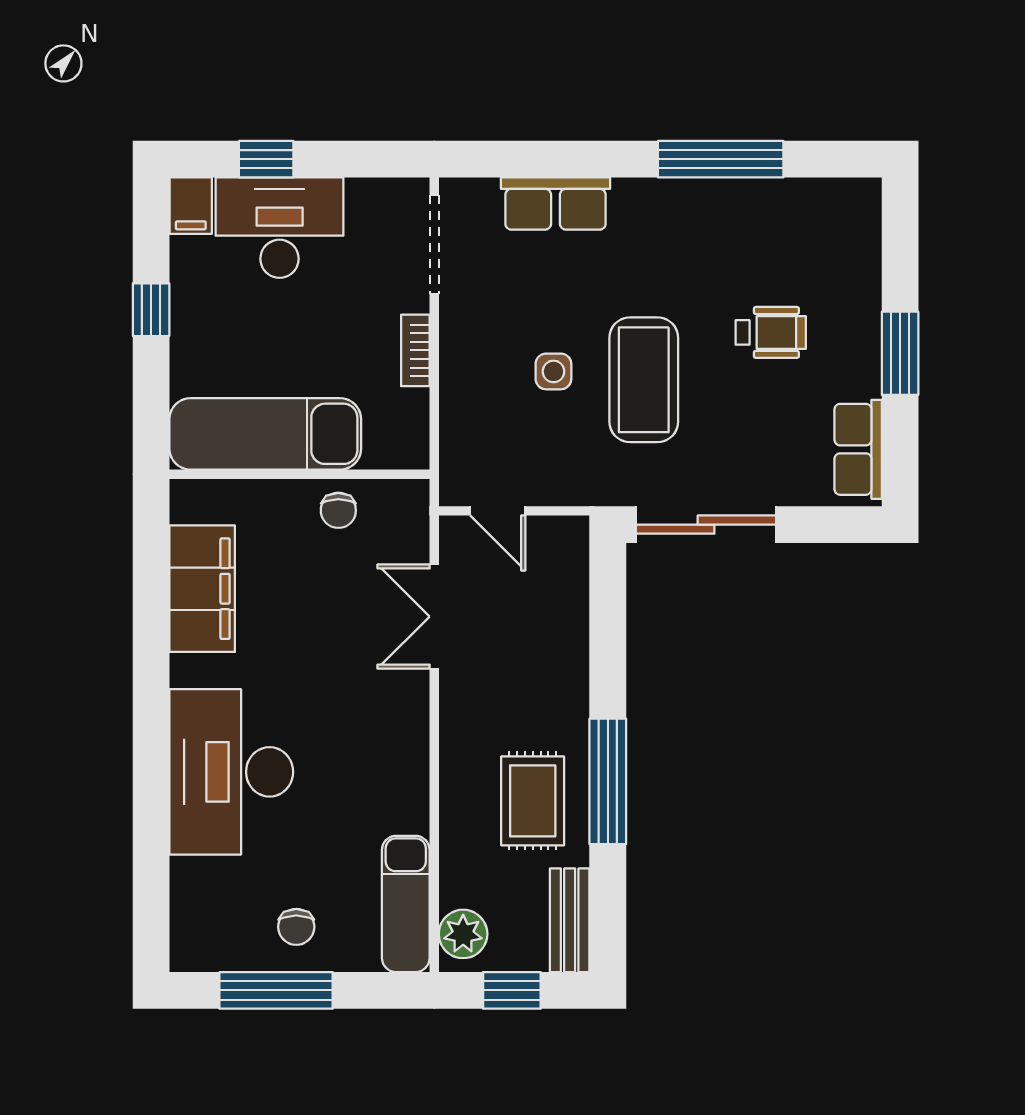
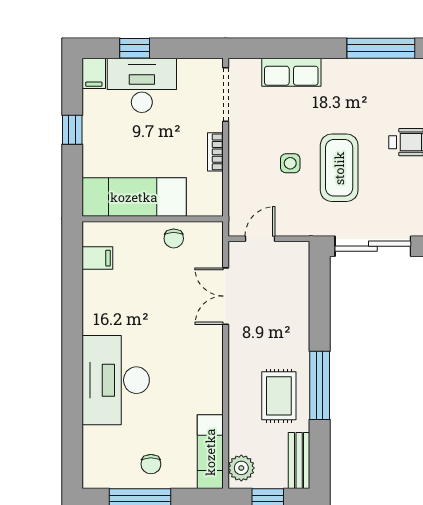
door: (498, 511) -> (260, 239), swing flipped
filing cabinet: (202, 589) -> (97, 258), width x0.33, depth x0.86

